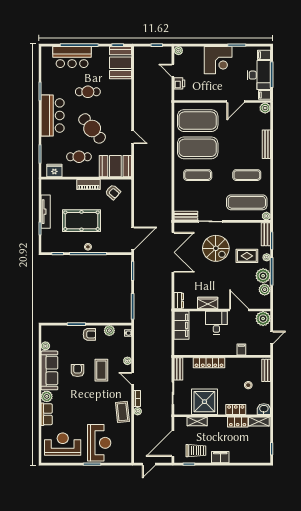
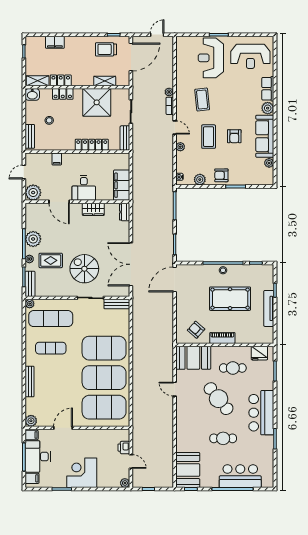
exercise mat: (198, 175) -> (104, 348), width x2.00, depth x1.45
plant: (265, 290) -> (31, 224), removed
coffee table: (122, 412) -> (202, 99), moved
filing cabinet: (220, 457) -> (55, 42), moved

